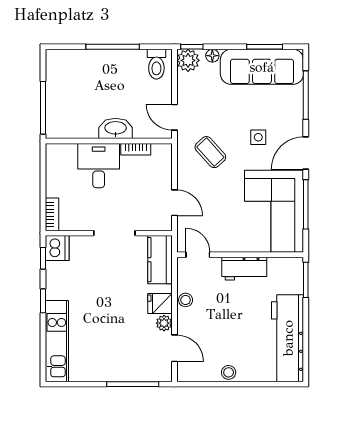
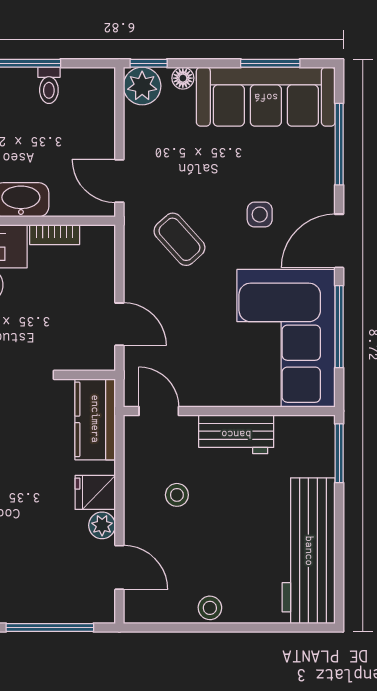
toilet: (156, 64) -> (49, 85), moved, width x0.73, depth x0.72
stool: (186, 300) -> (177, 495), moved

